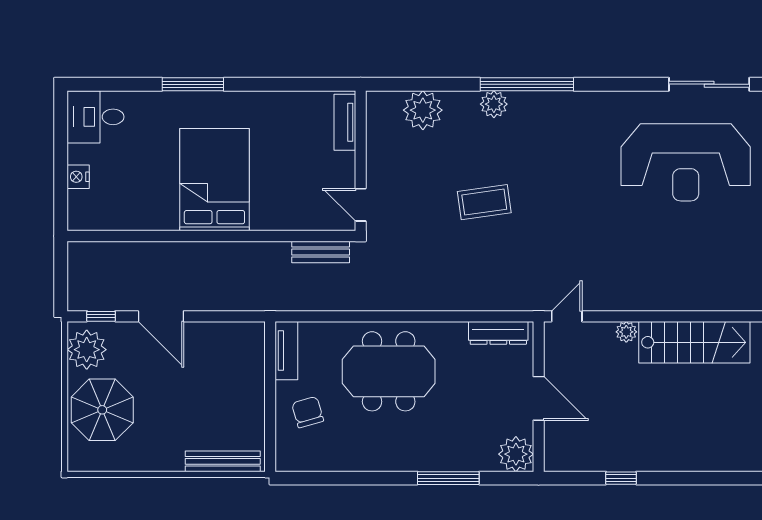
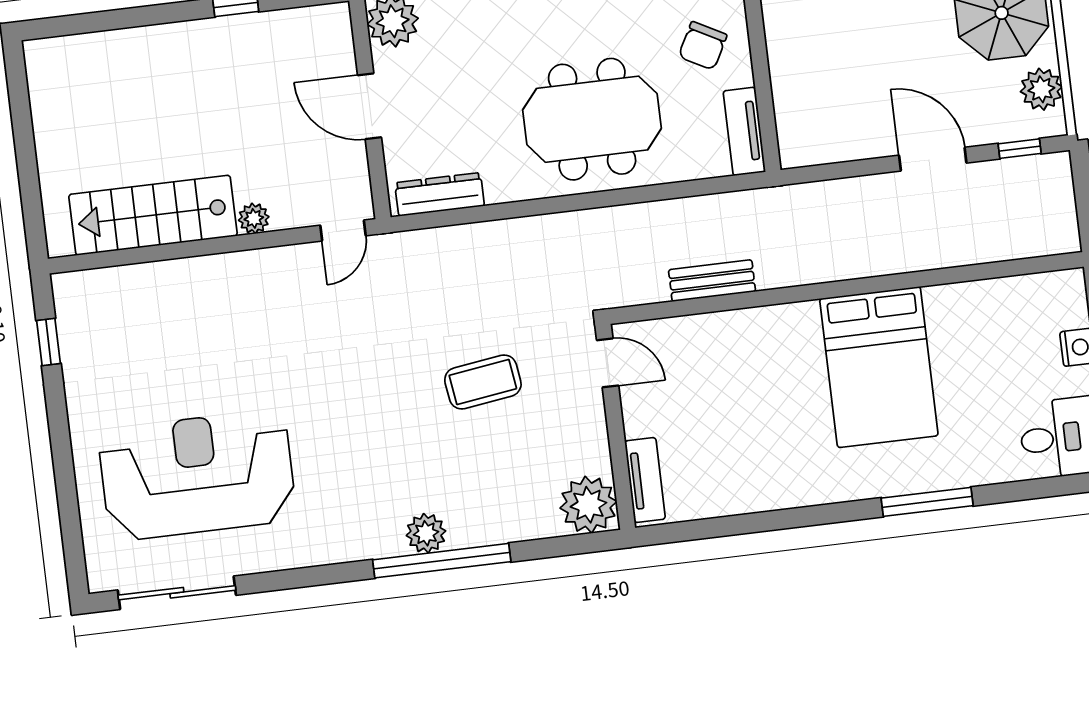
plant: (494, 104) -> (426, 533), moved
tv unit: (345, 122) -> (645, 480), moved
wall: (361, 161) -> (615, 427), moved
door: (361, 205) -> (608, 363), moved
plant: (87, 350) -> (1041, 89), width x0.73, depth x0.73
chair: (308, 412) -> (703, 46), turned 44

